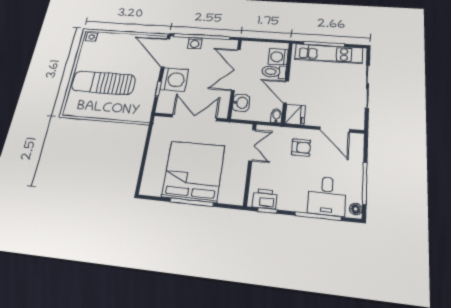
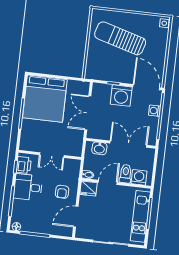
door: (166, 53) -> (146, 87), hinge flipped
sun lounger: (103, 83) -> (120, 38), turned -74
double door: (194, 118) -> (88, 113), swing flipped
double door: (252, 145) -> (52, 155), moved
bed: (194, 171) -> (45, 99), moved, turned 90
desk: (327, 196) -> (28, 187), moved

